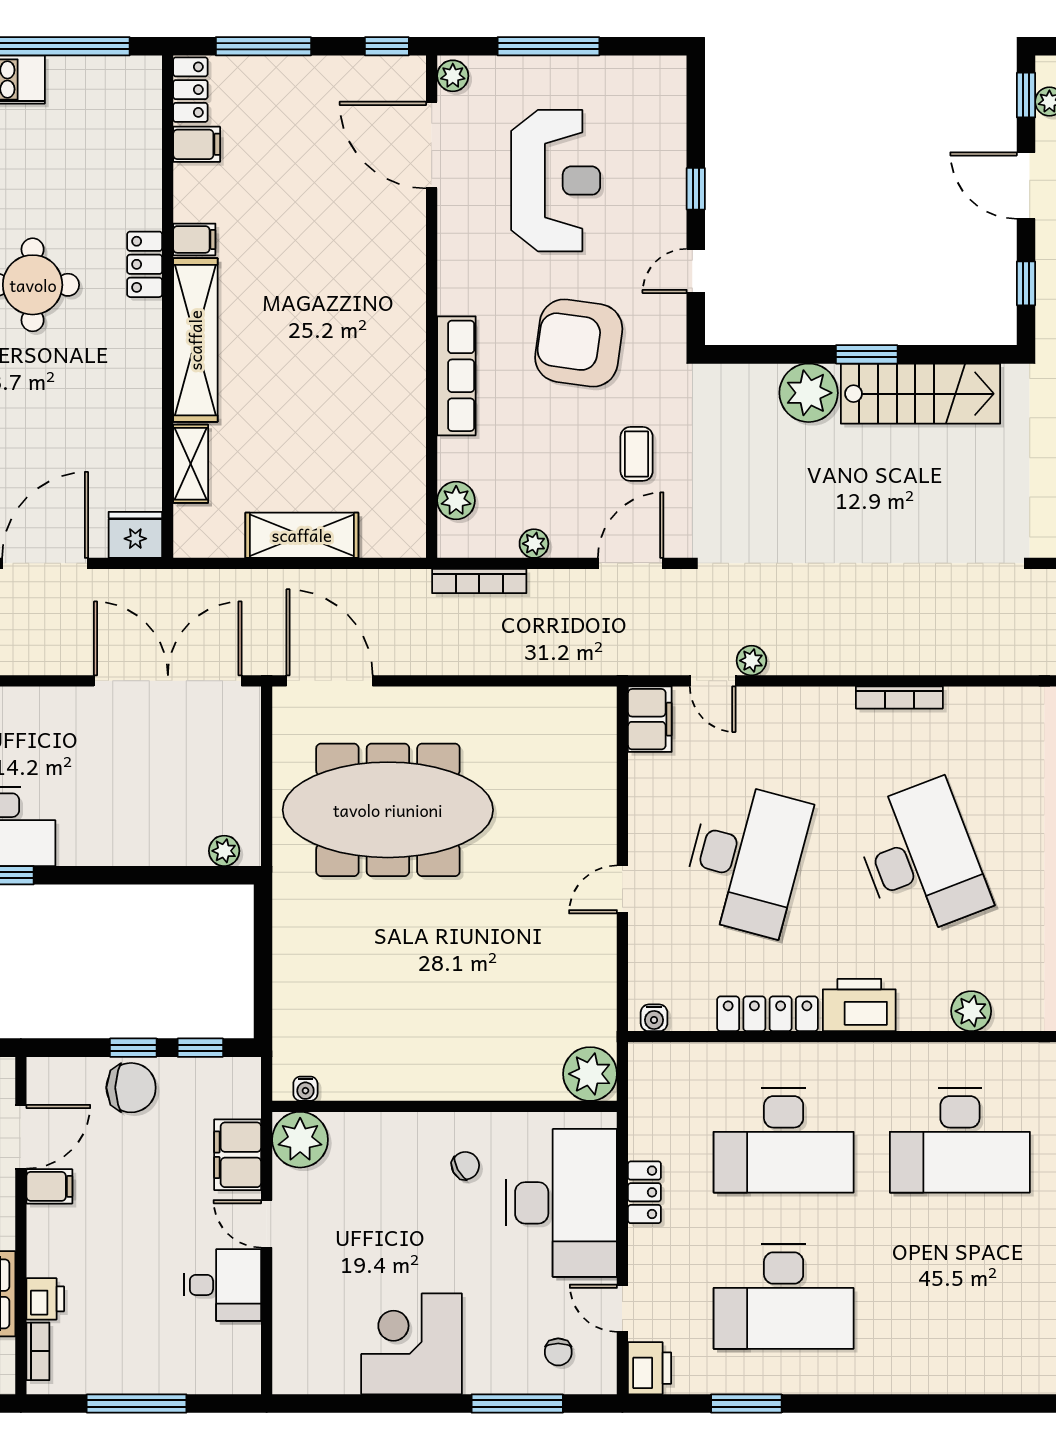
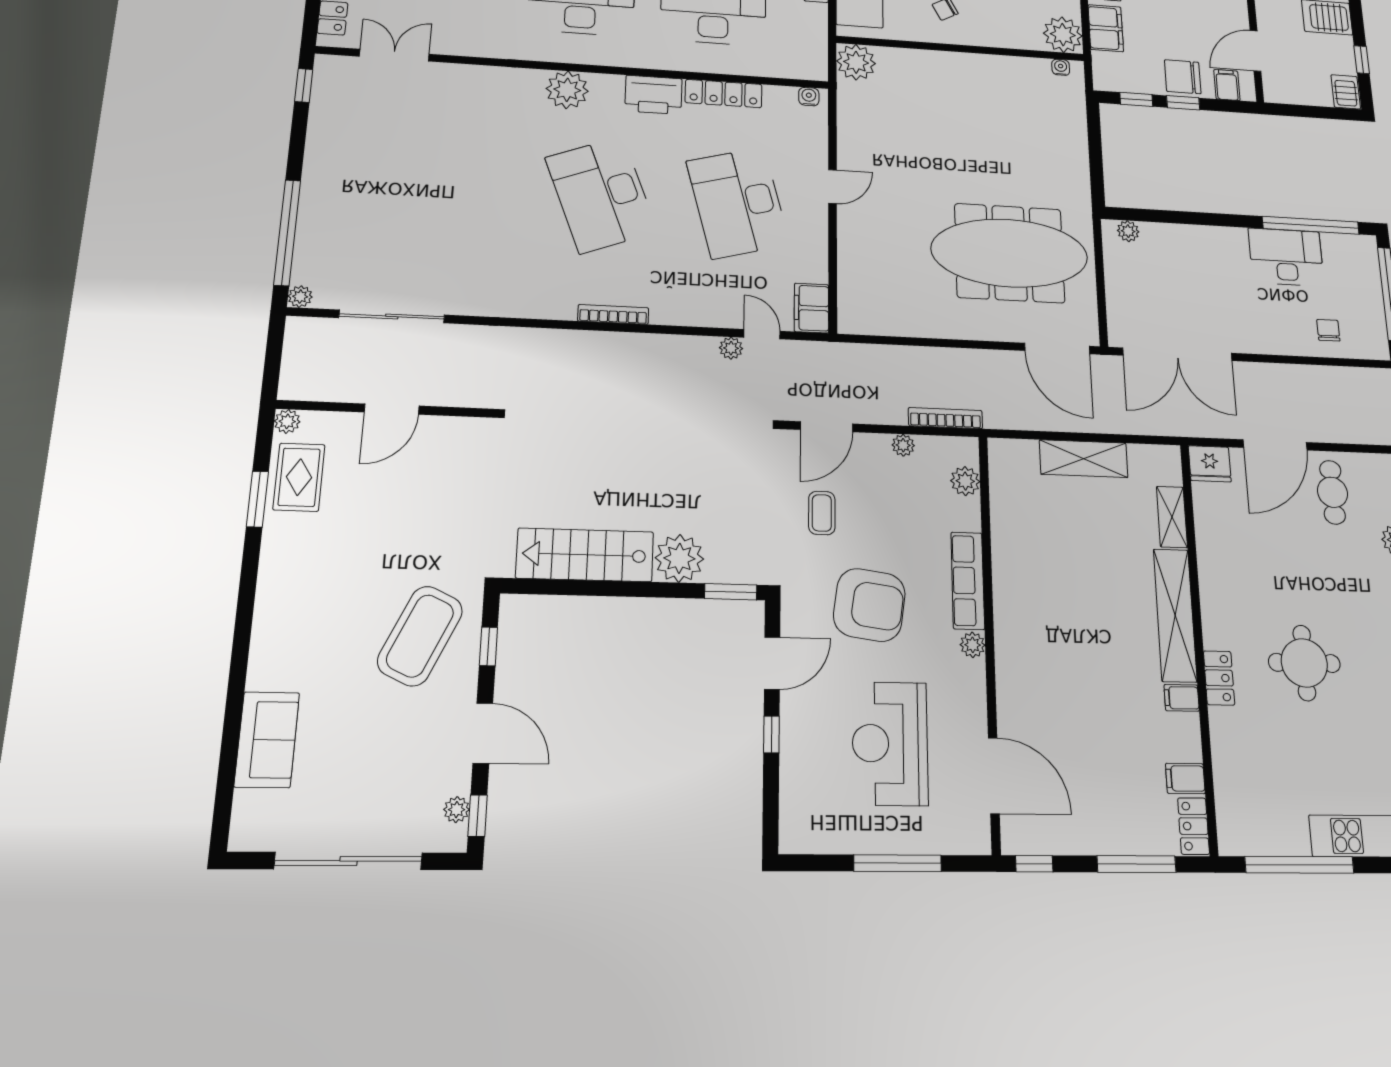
plant: (453, 76) -> (973, 645), moved
door: (696, 271) -> (772, 663), width x1.38
window: (867, 354) -> (731, 592), moved
desk: (746, 859) -> (738, 203), turned -30
plant: (971, 1011) -> (567, 90), width x1.36, depth x1.36
filing cabinet: (49, 1186) -> (1227, 85), moved, turned 90

